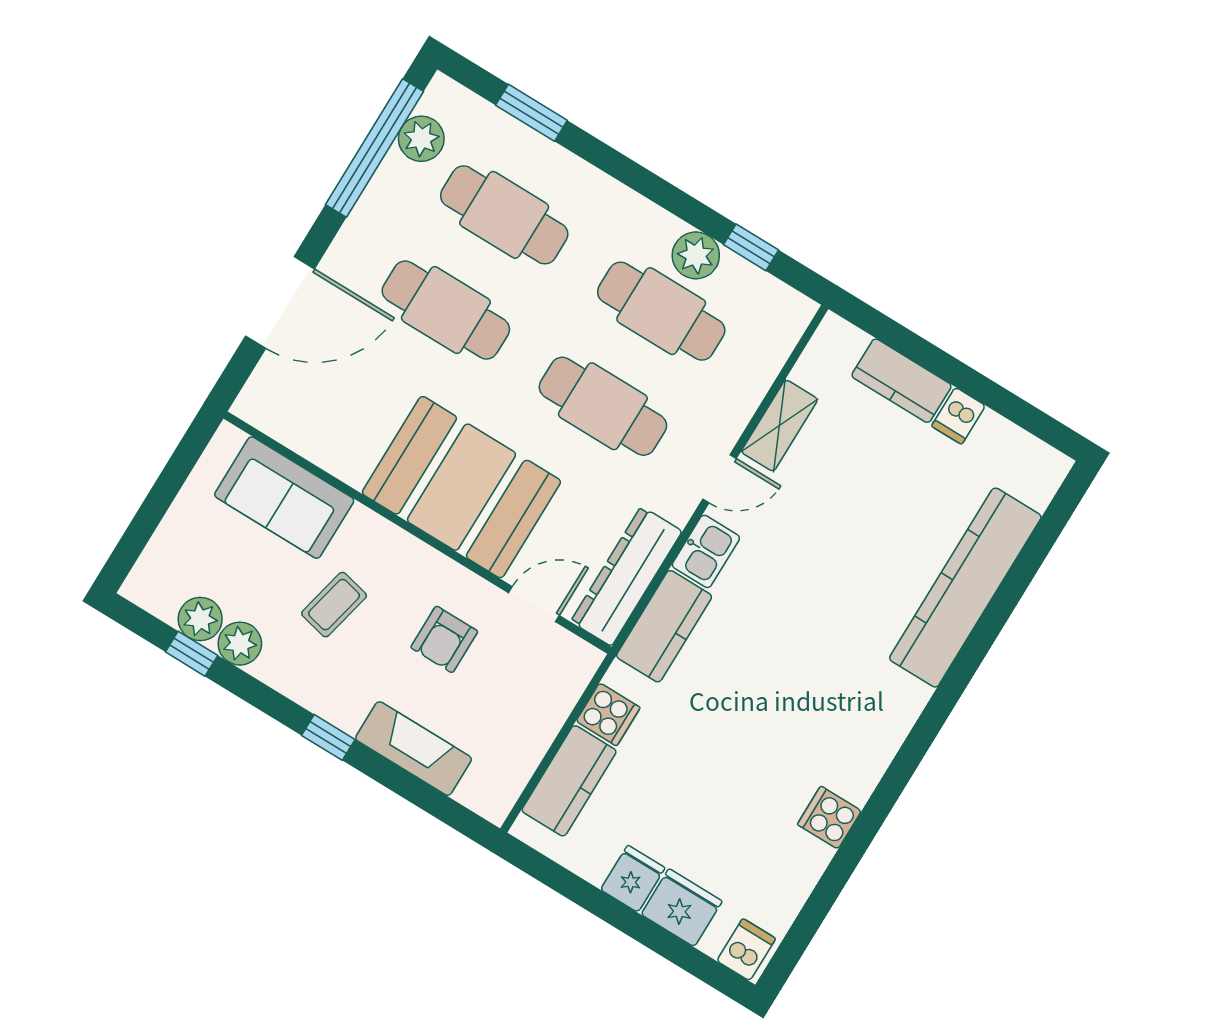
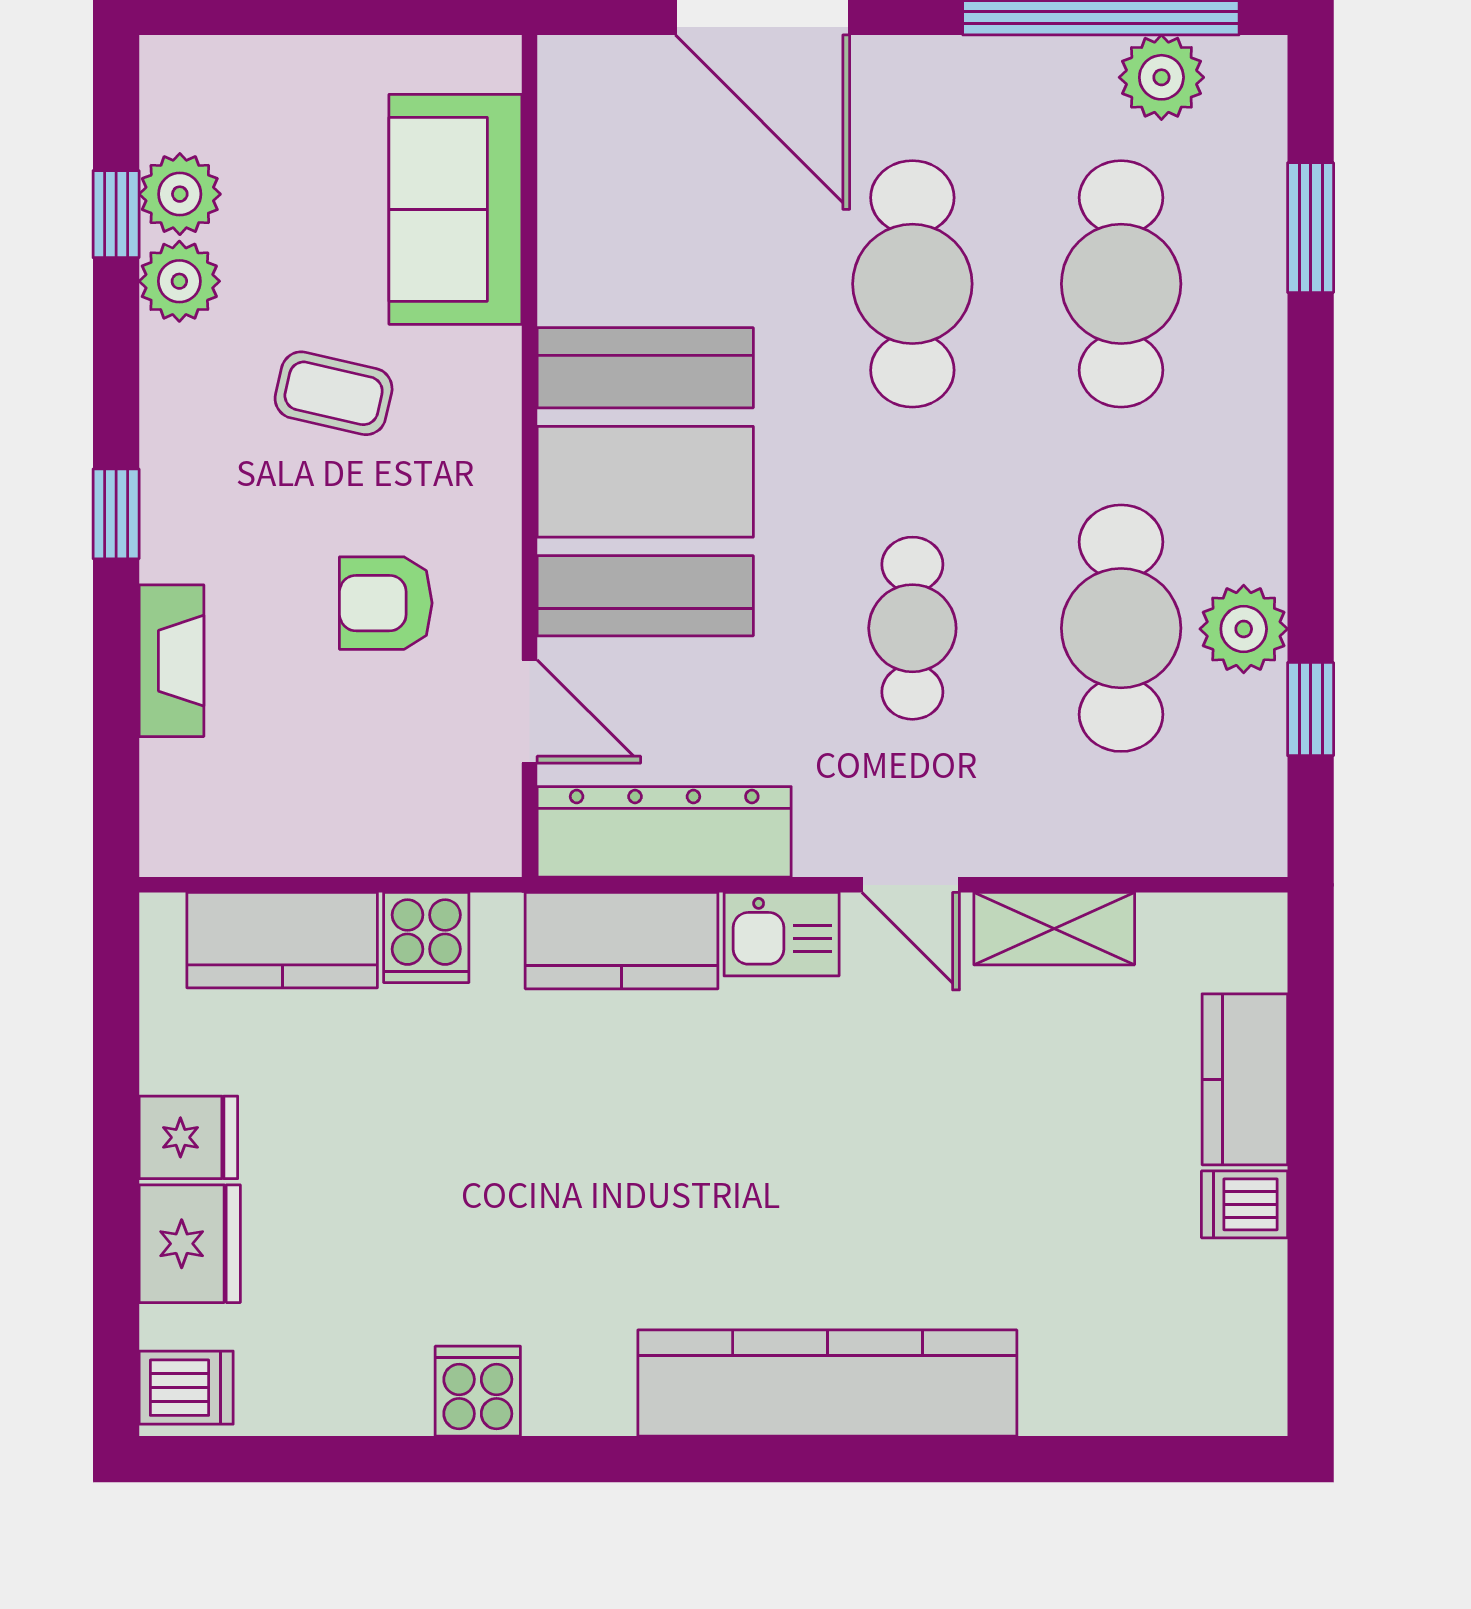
cafe table: (603, 406) -> (912, 628), width x0.73, depth x0.74
kitchen counter: (965, 588) -> (827, 1383), moved
fireplace: (414, 749) -> (171, 661), width x0.73, depth x0.76

